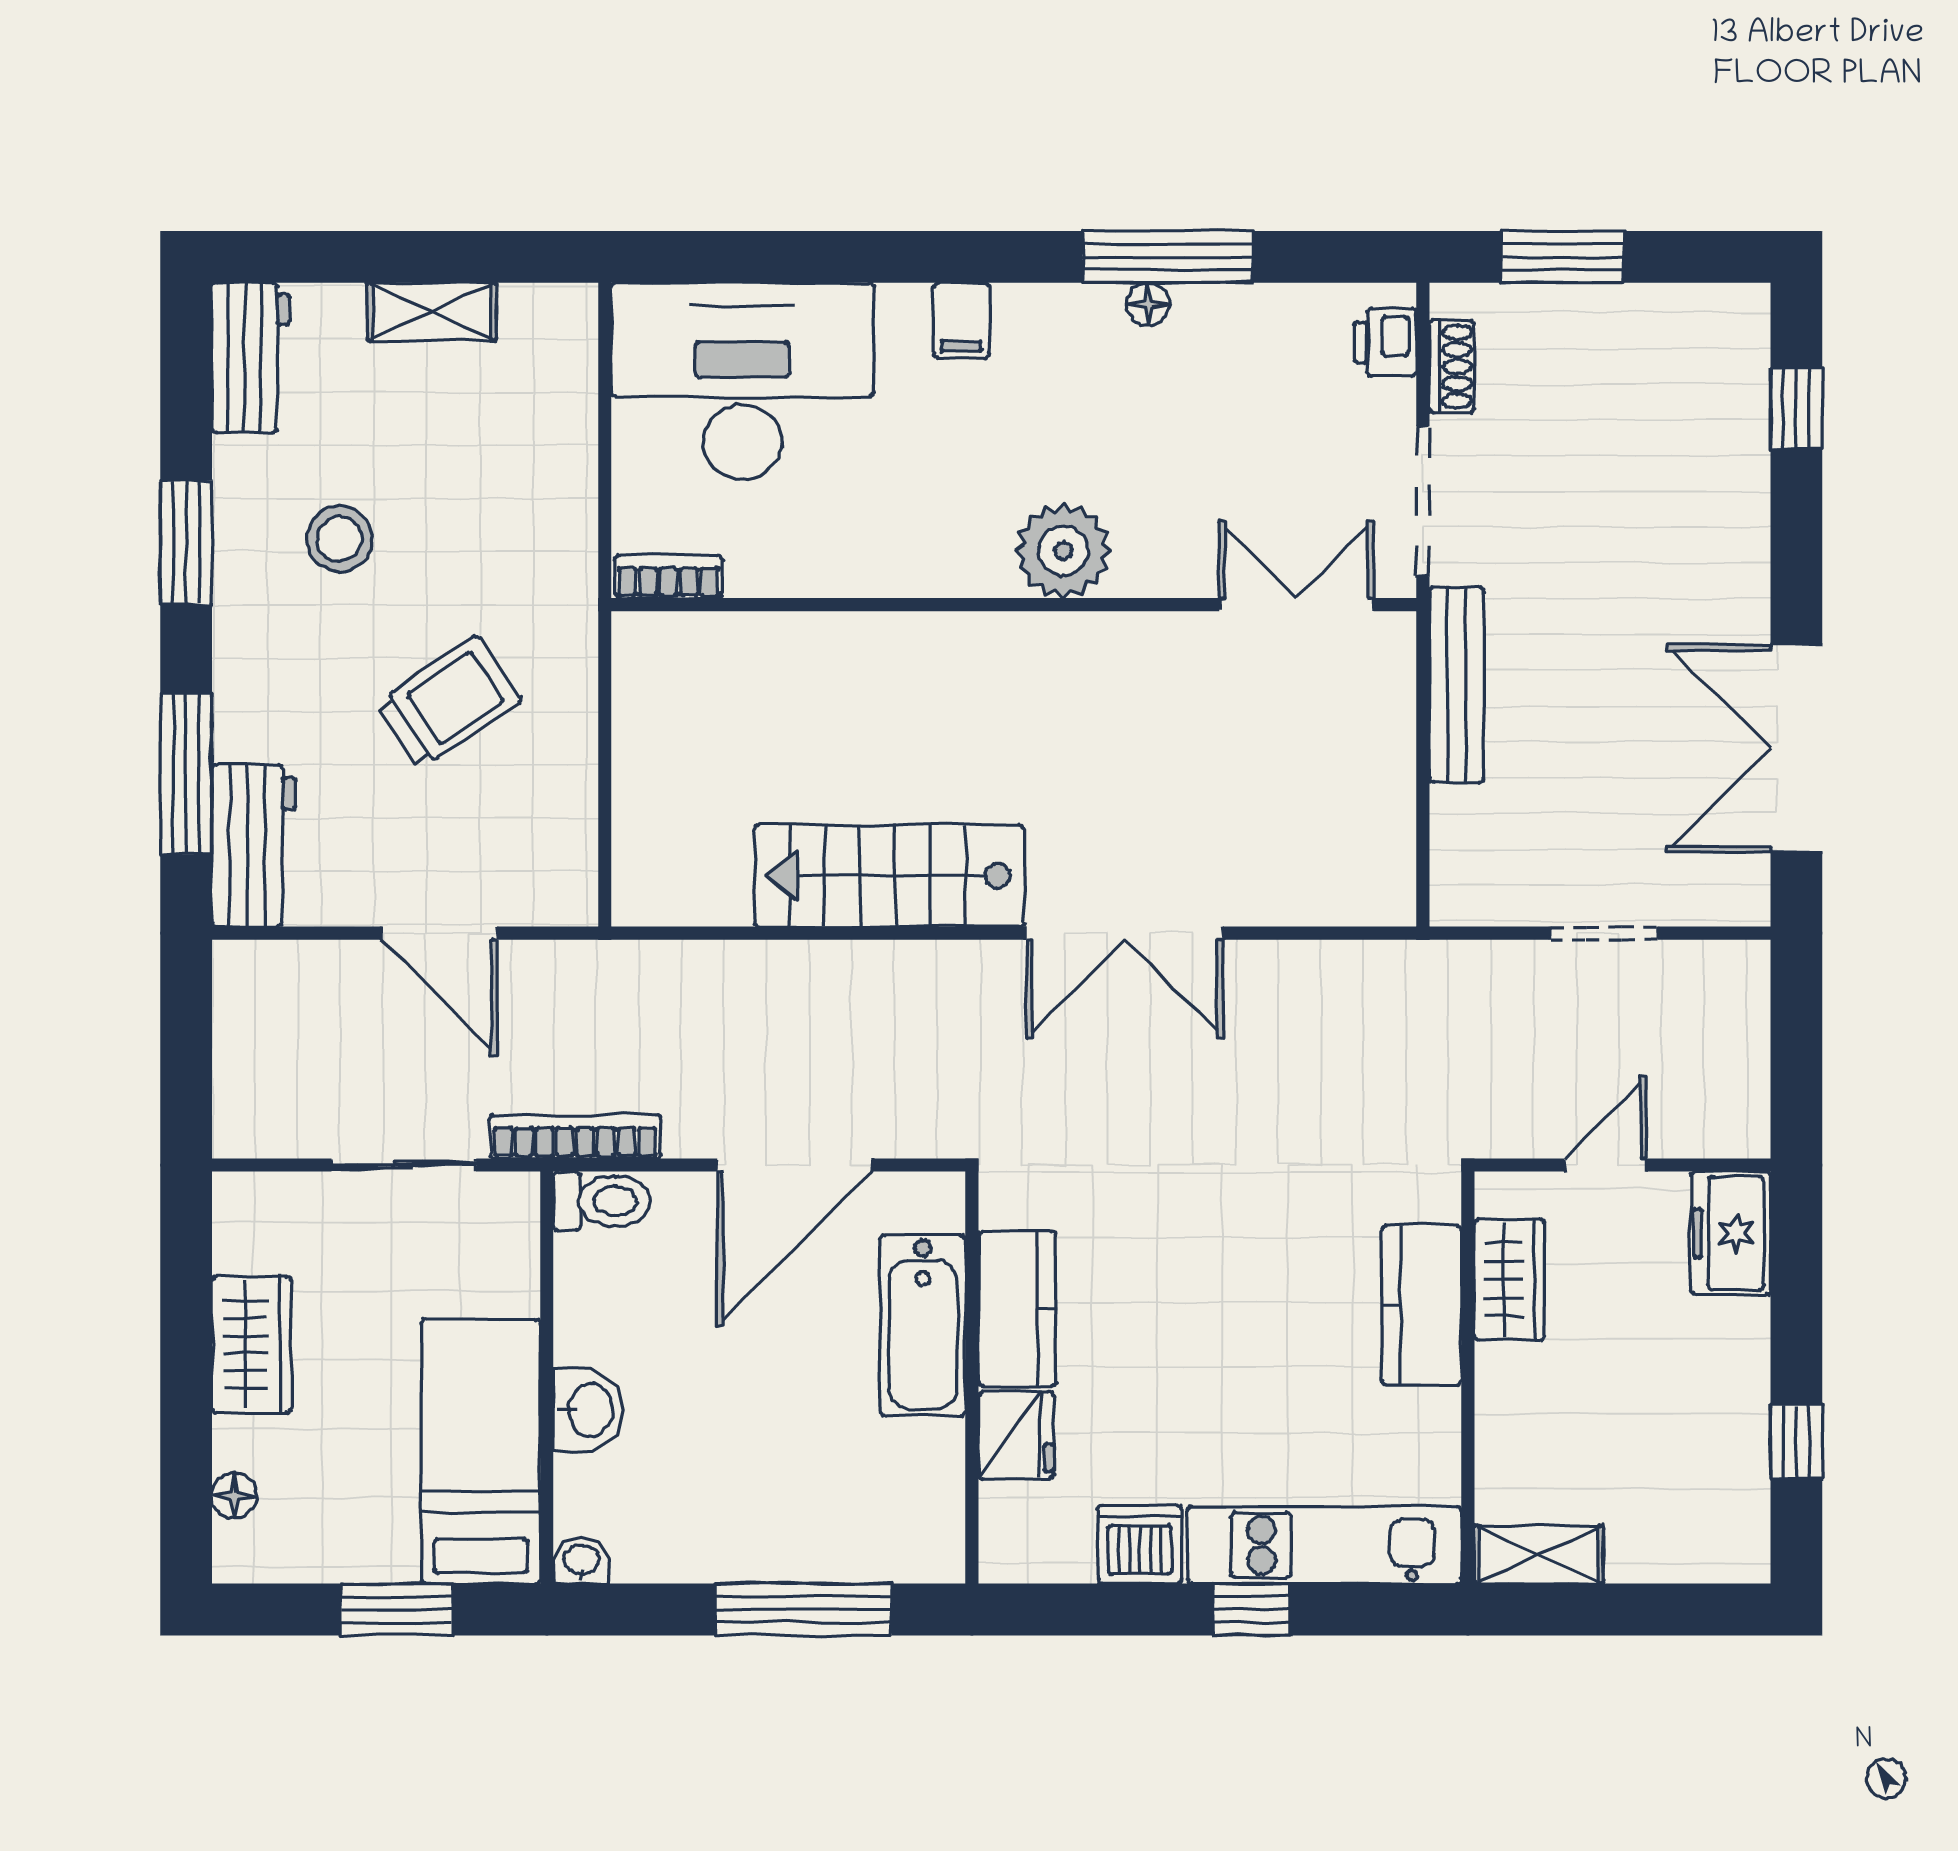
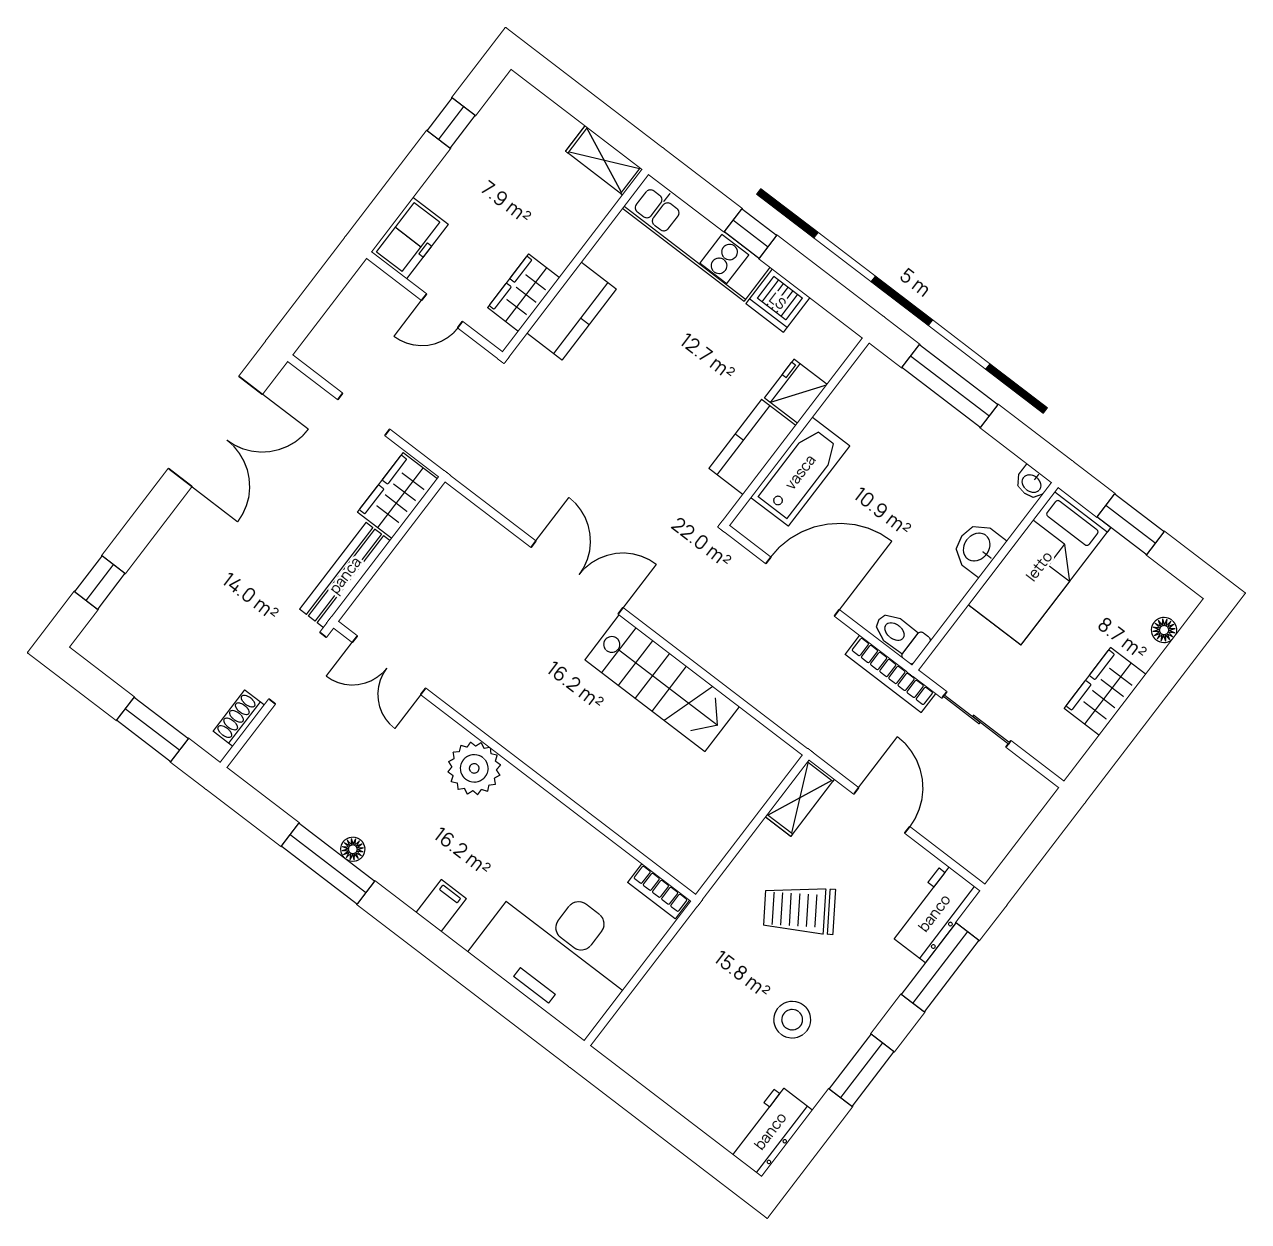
shelving: (432, 312) -> (800, 798), moved, turned 90
printer: (1386, 342) -> (260, 752), removed
wardrobe: (1468, 855) -> (398, 496), added

